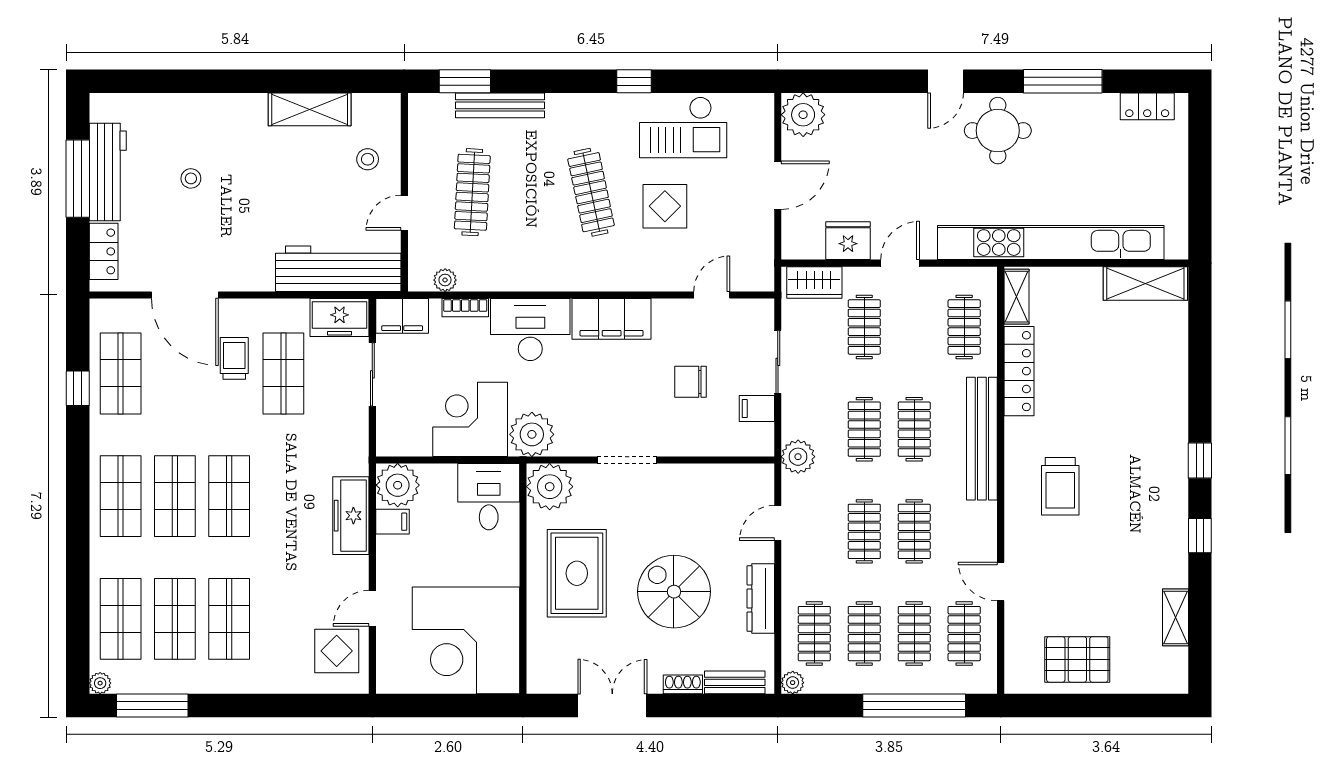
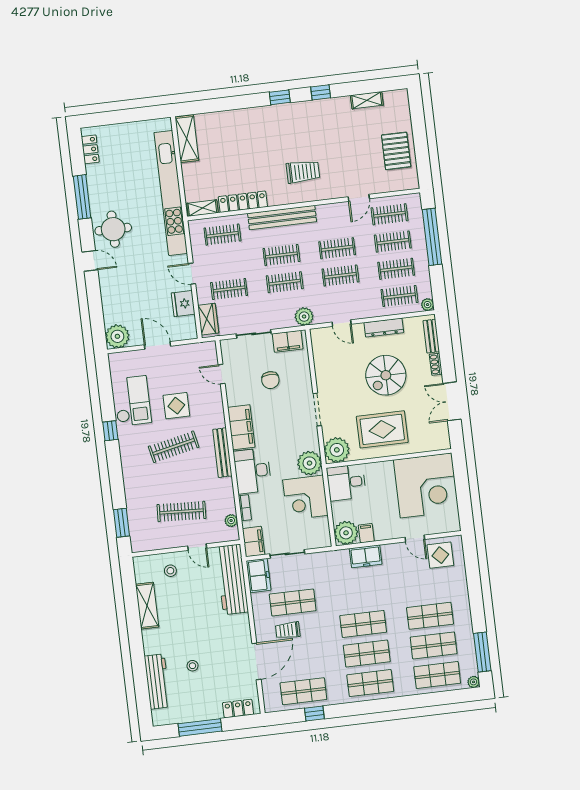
bench: (500, 105) -> (222, 453), moved
workbench: (108, 172) -> (157, 682), moved, turned 90
filing cabinet: (757, 409) -> (288, 341), width x2.00
freezer: (351, 516) -> (366, 556), width x0.71

